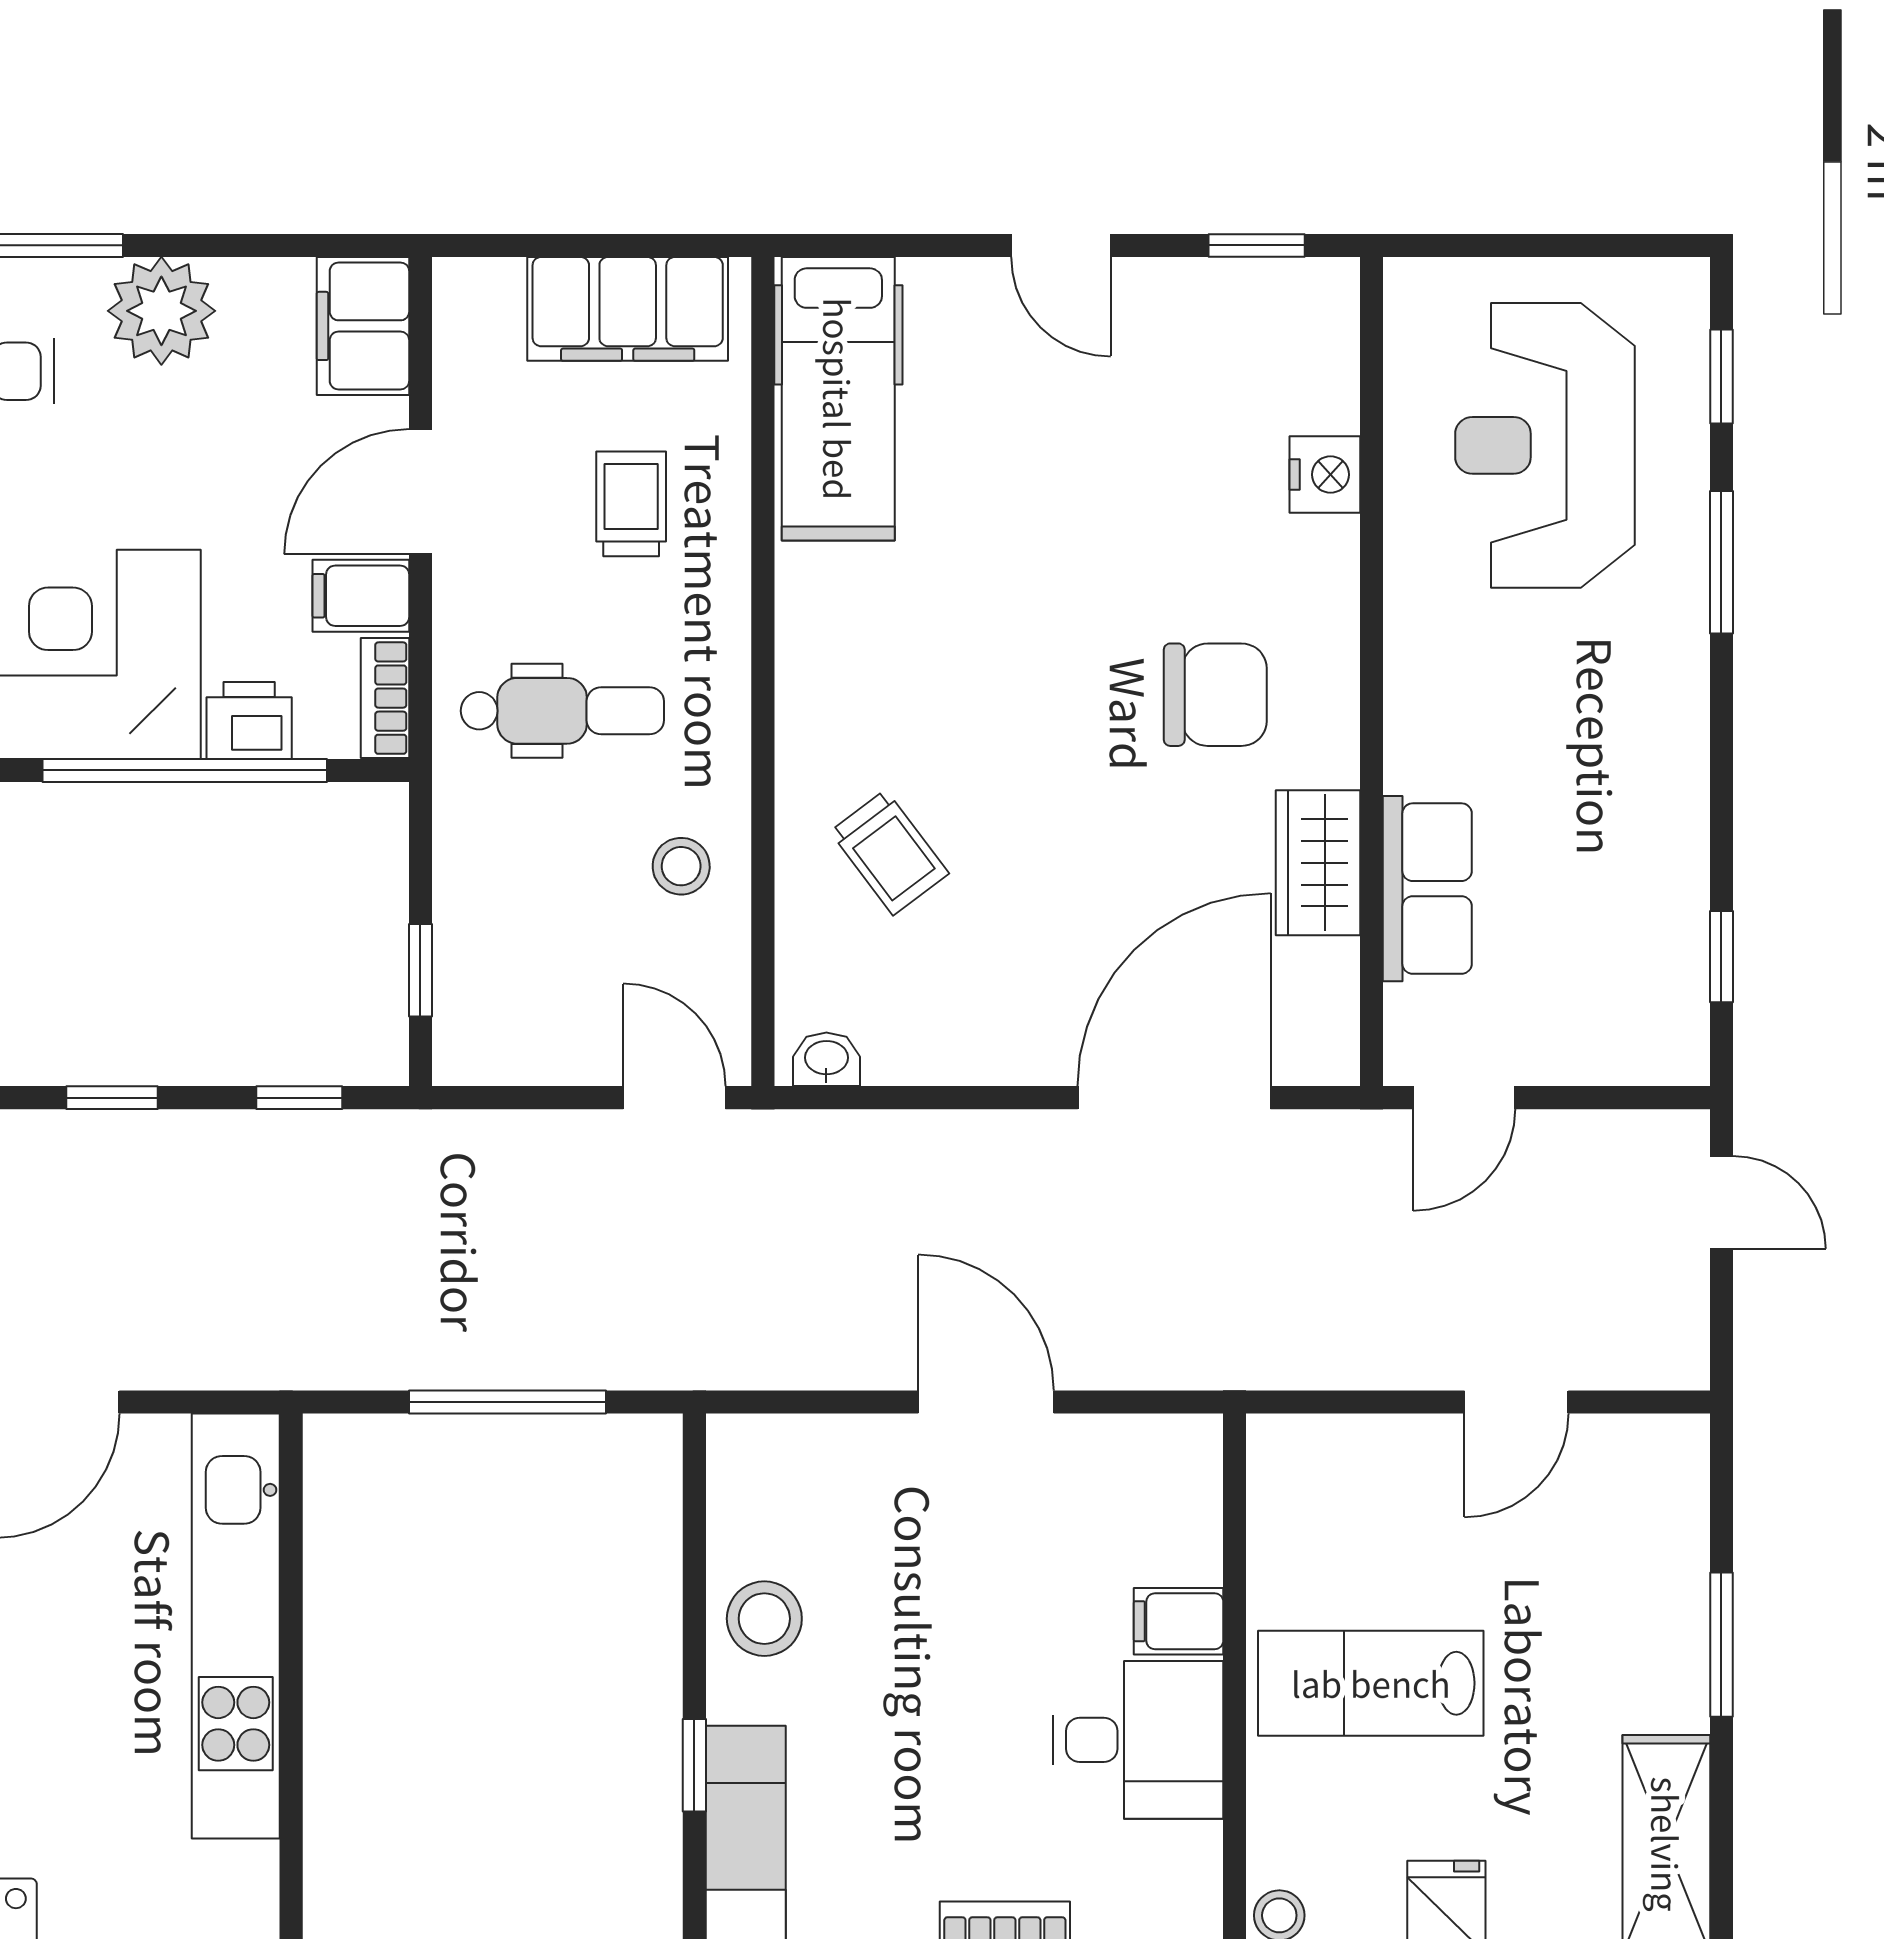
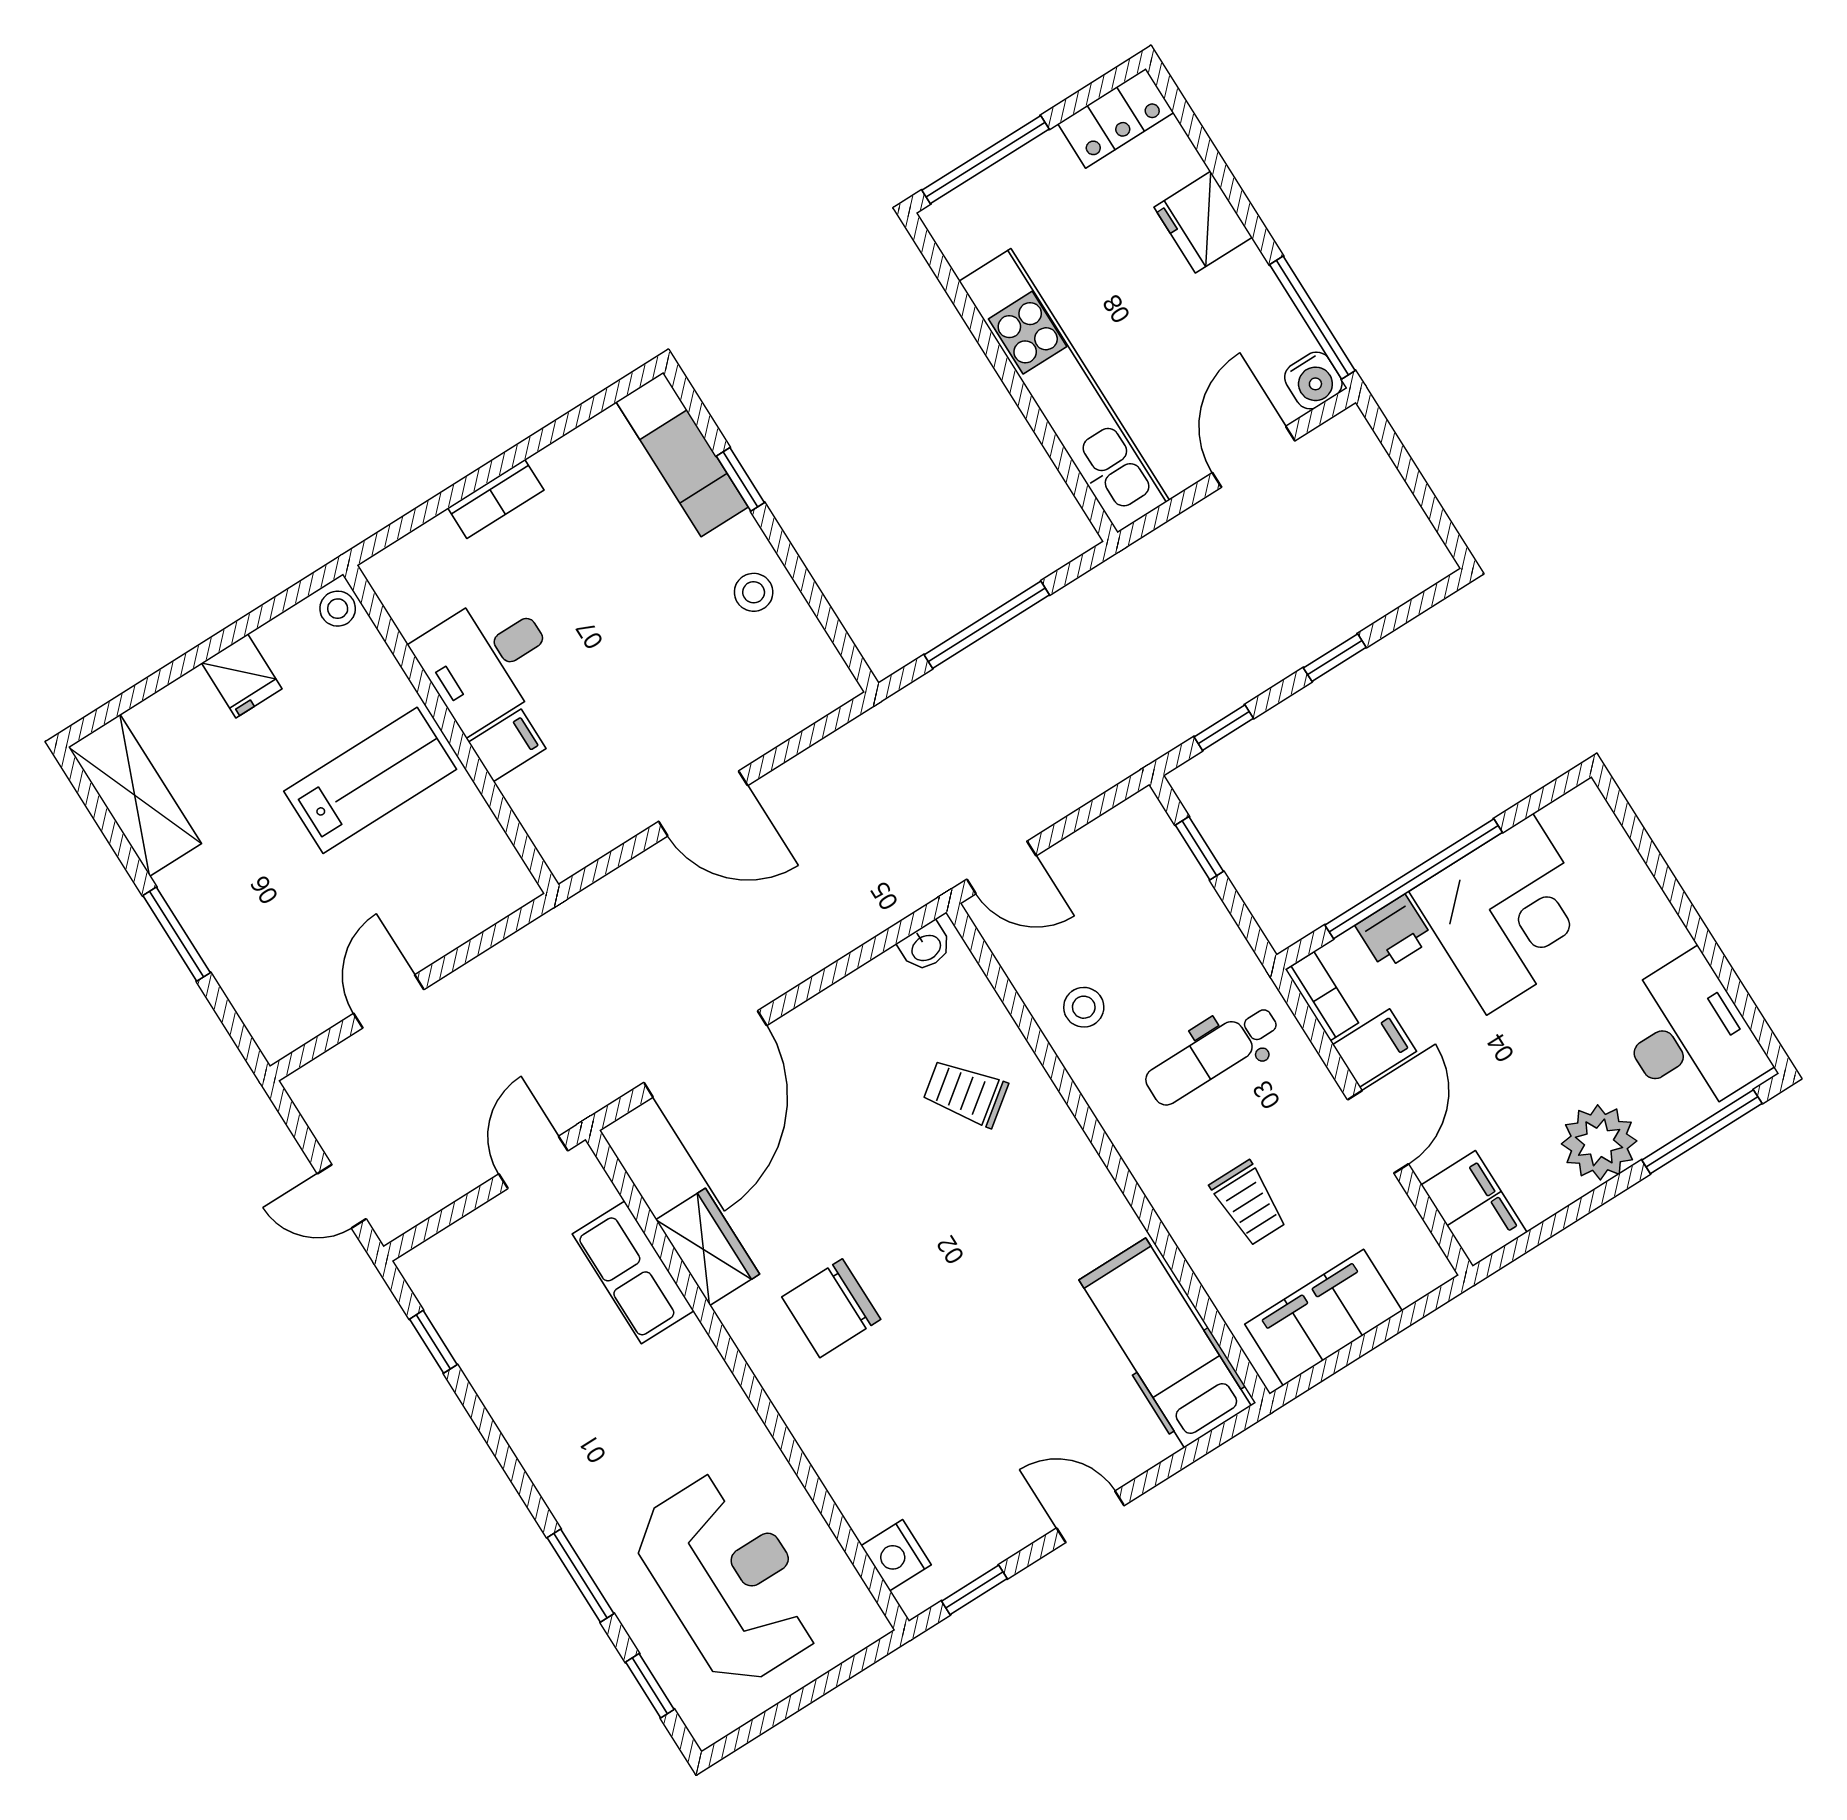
nightstand: (1325, 475) -> (896, 1555), moved
stool: (764, 1619) -> (754, 592), width x0.73, depth x0.73

